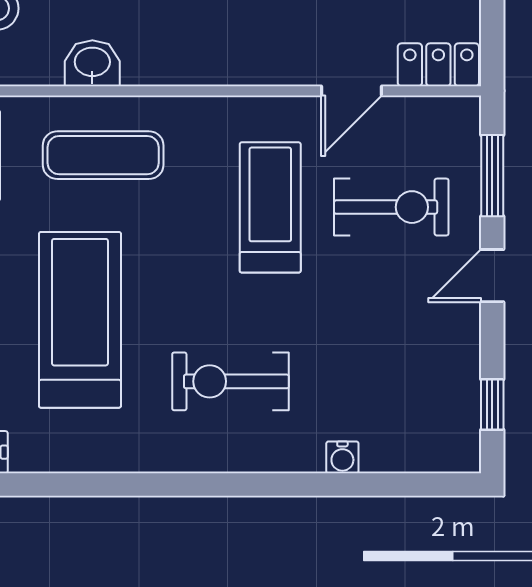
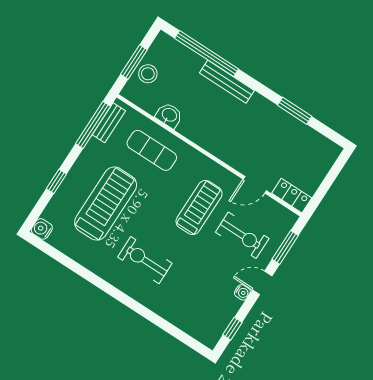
water cooler: (342, 457) -> (242, 292), moved, turned -90

